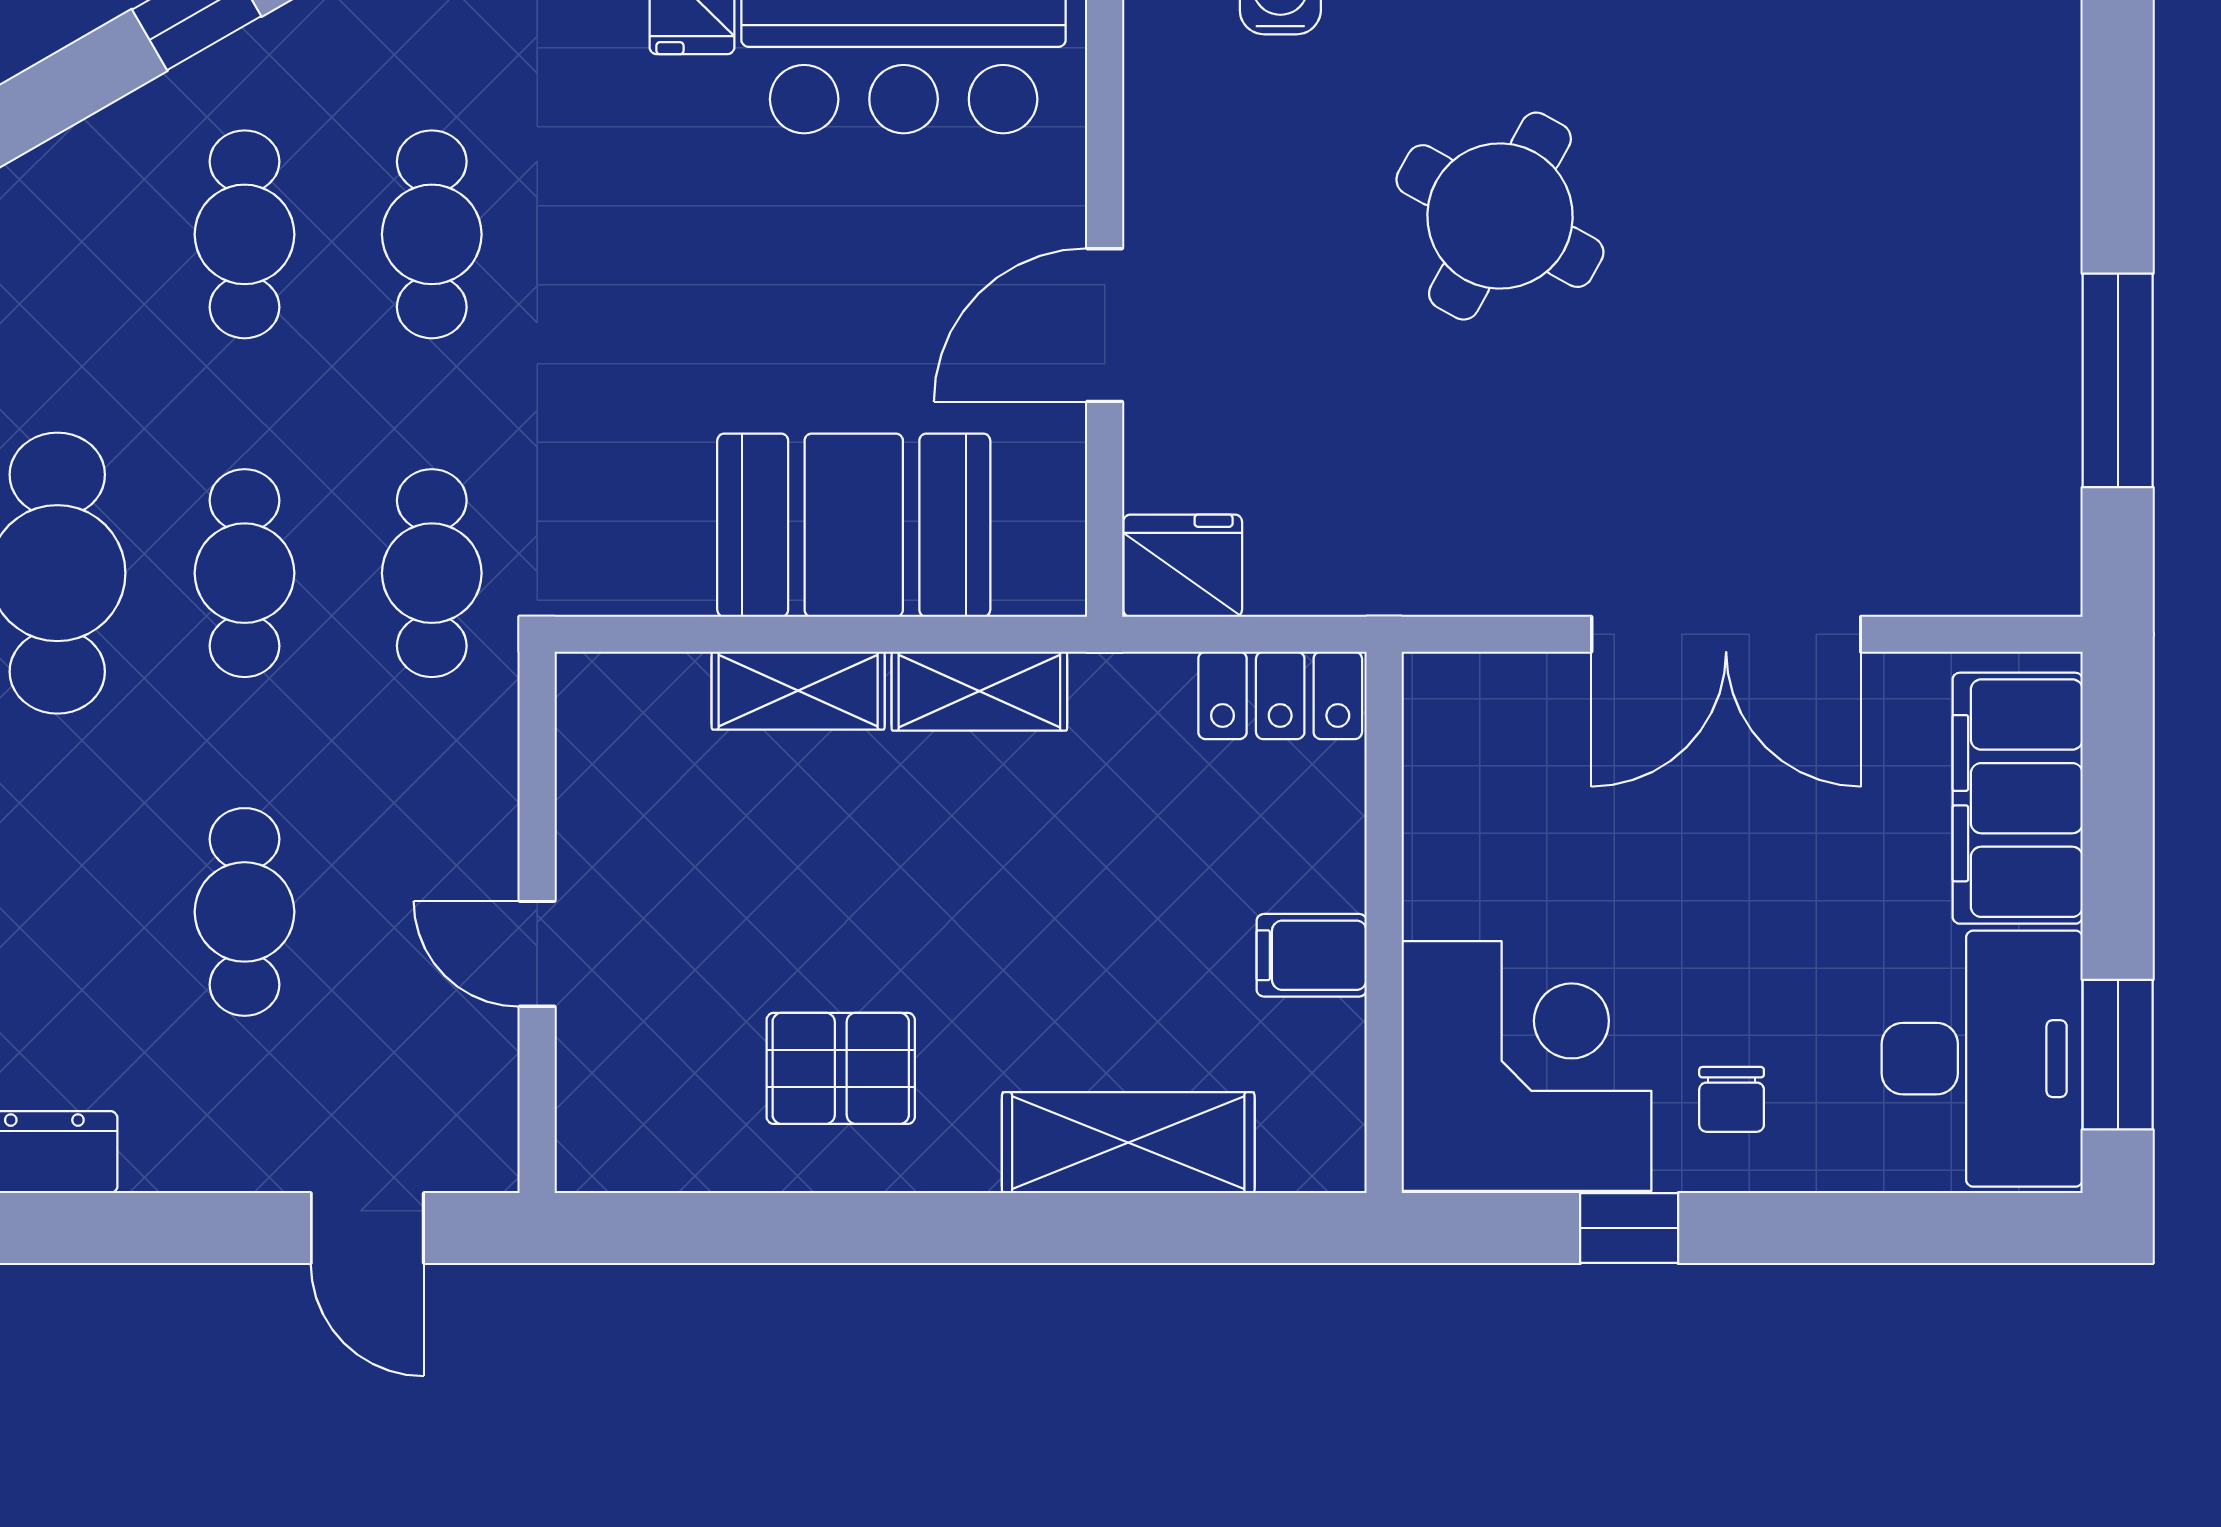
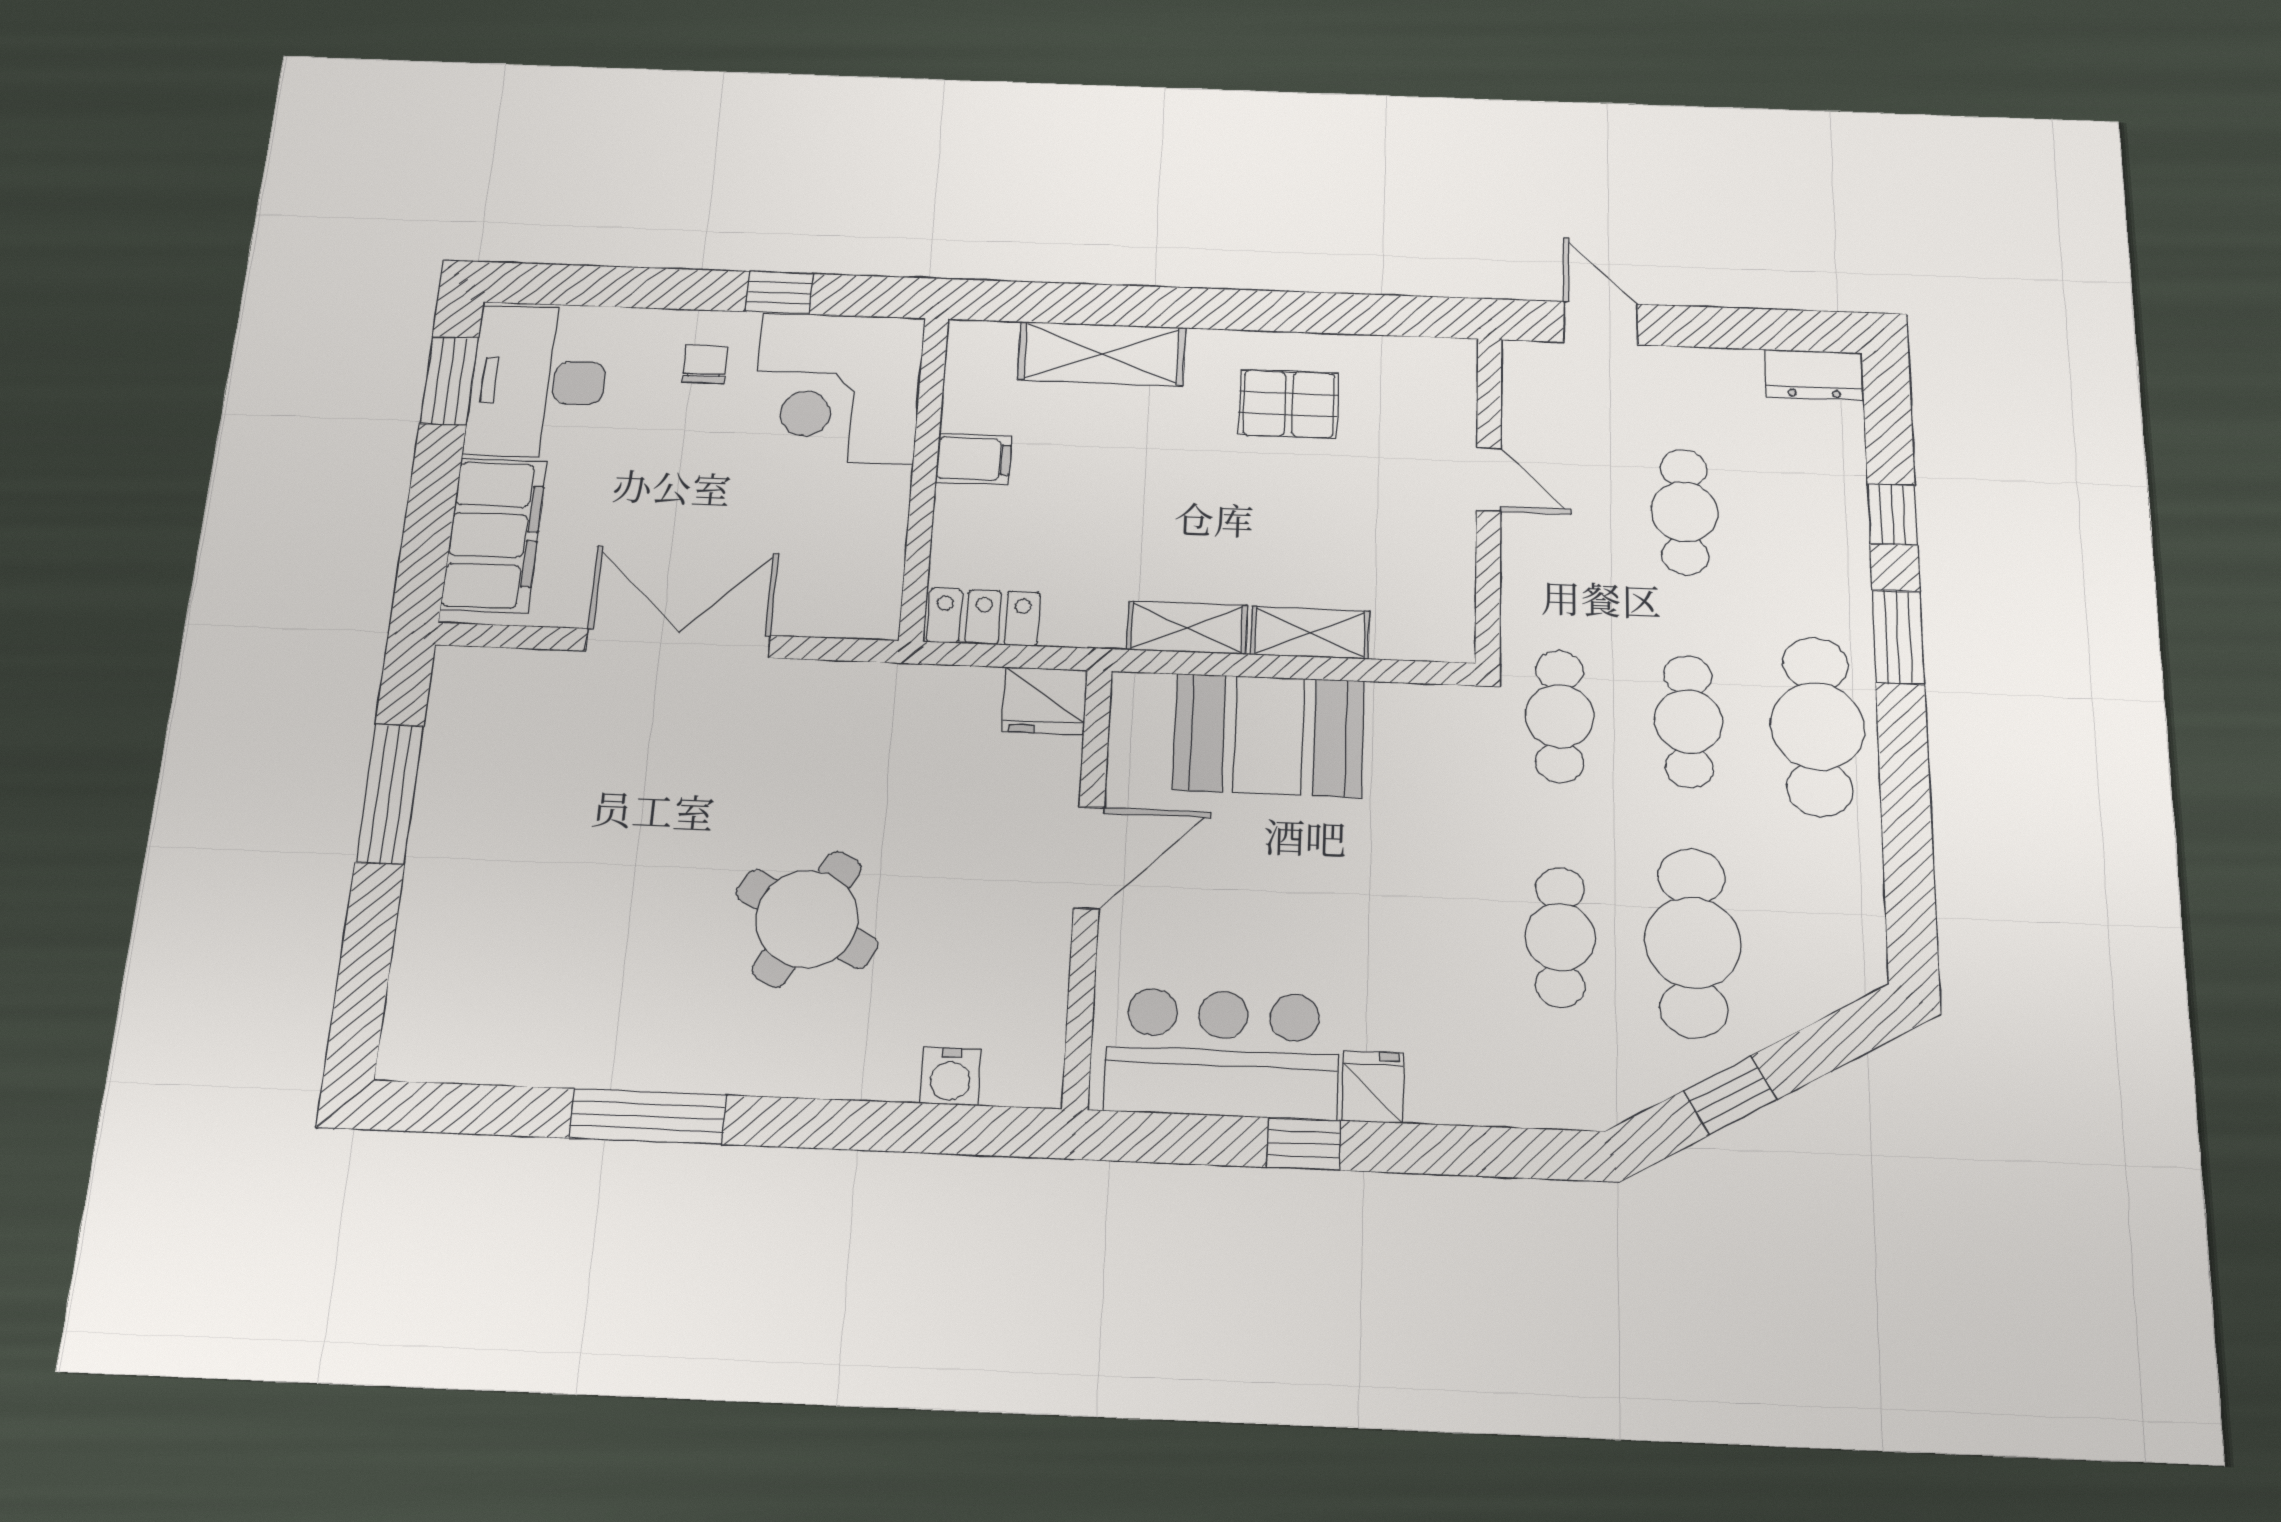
cafe table: (245, 234) -> (1693, 942), width x1.37, depth x1.35

